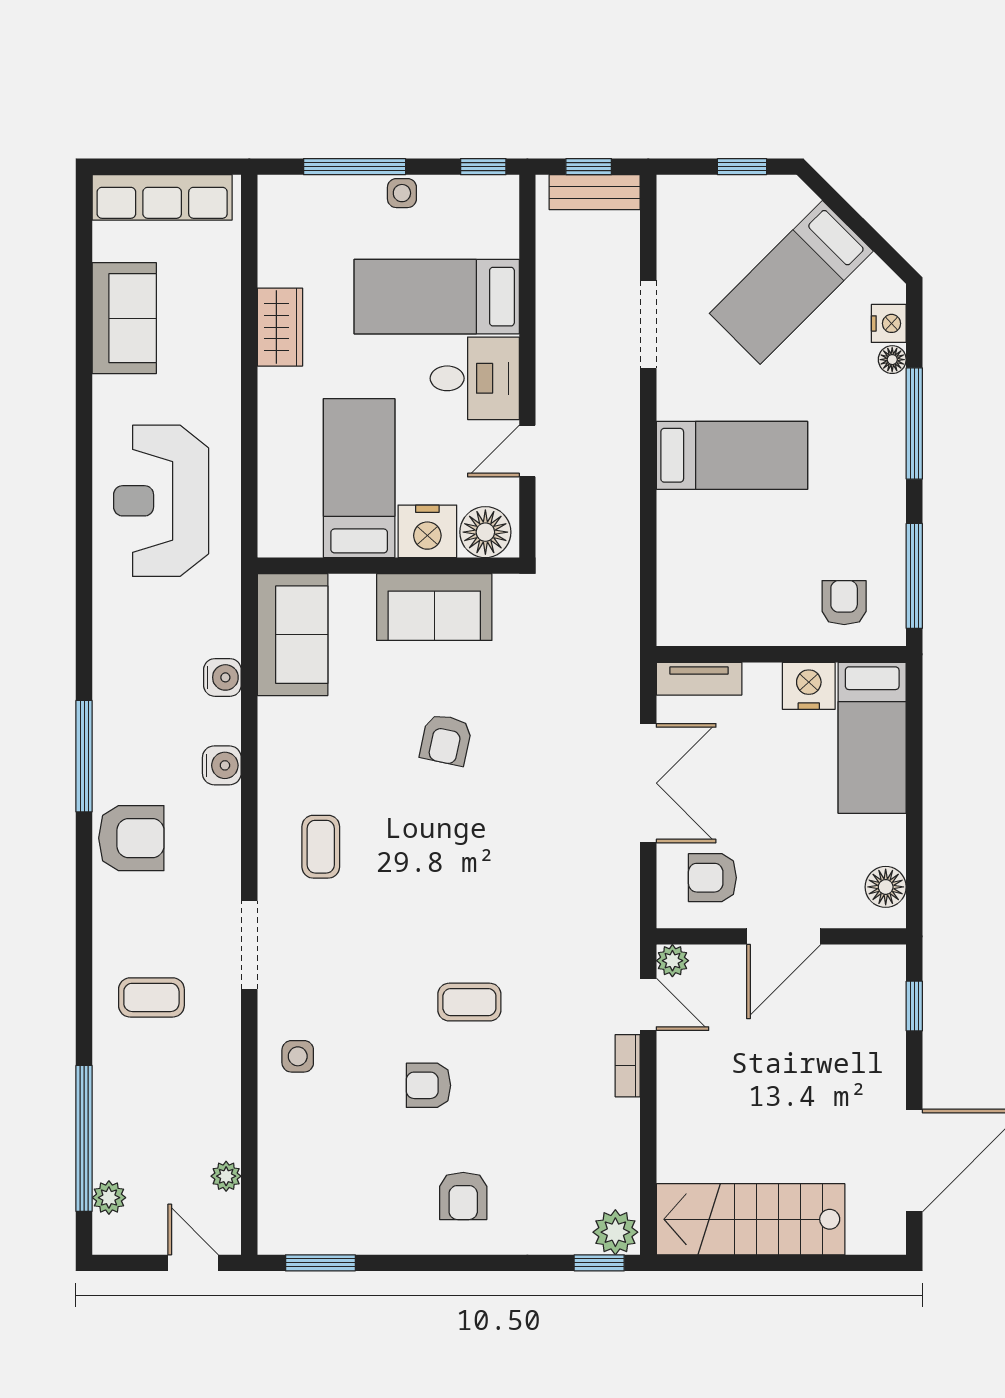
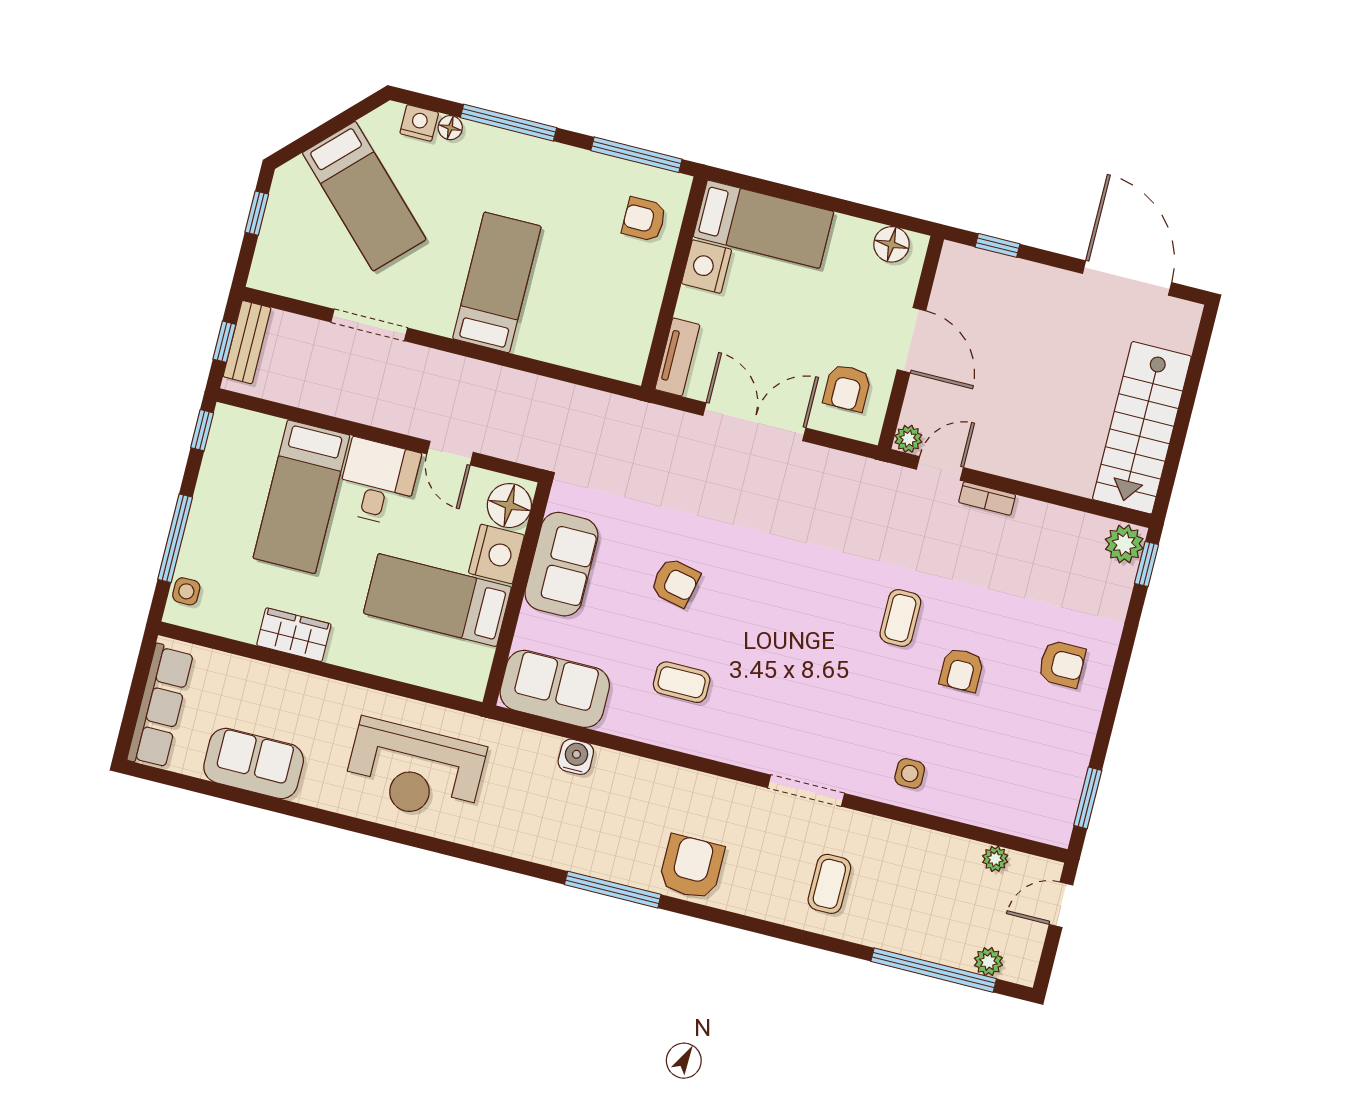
side table: (402, 193) -> (186, 591), moved
water cooler: (222, 765) -> (649, 776), removed
coffee table: (321, 847) -> (682, 682), moved

